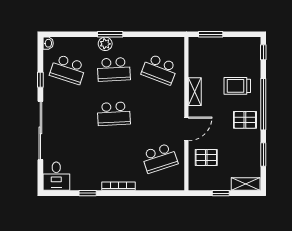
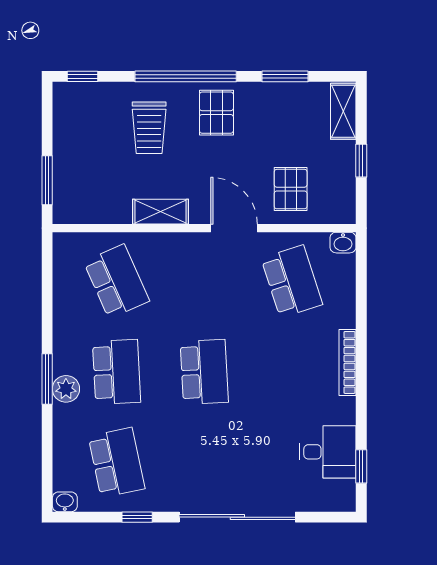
school desk: (68, 69) -> (117, 463), turned -30
school desk: (160, 69) -> (117, 281), turned -45
desk: (56, 176) -> (328, 452), moved
washbasin: (179, 184) -> (343, 243), added
window: (88, 193) -> (361, 466), moved

